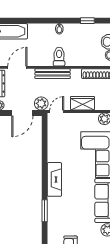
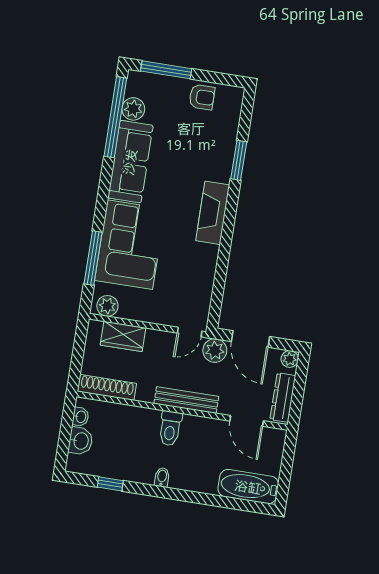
door: (17, 67) -> (247, 421), hinge flipped
wardrobe: (83, 103) -> (123, 336), moved
door: (22, 113) -> (250, 339), swing flipped

